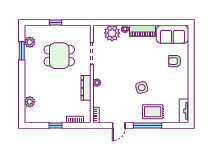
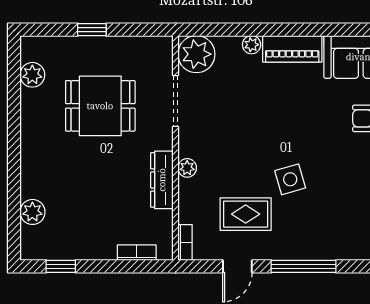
plant: (112, 33) -> (196, 54), moved
window: (22, 51) -> (14, 95), removed
rug: (153, 112) -> (246, 214), moved
window: (55, 125) -> (61, 266), moved

